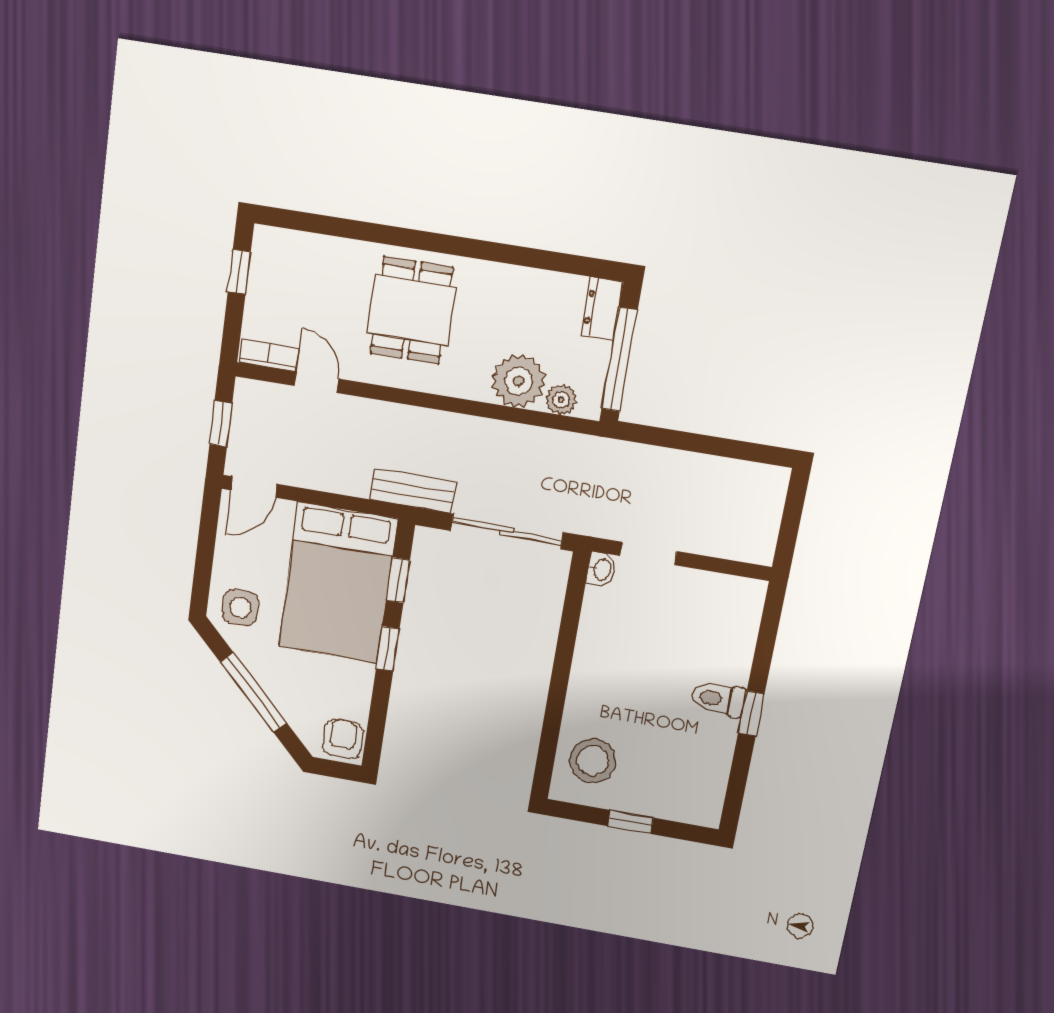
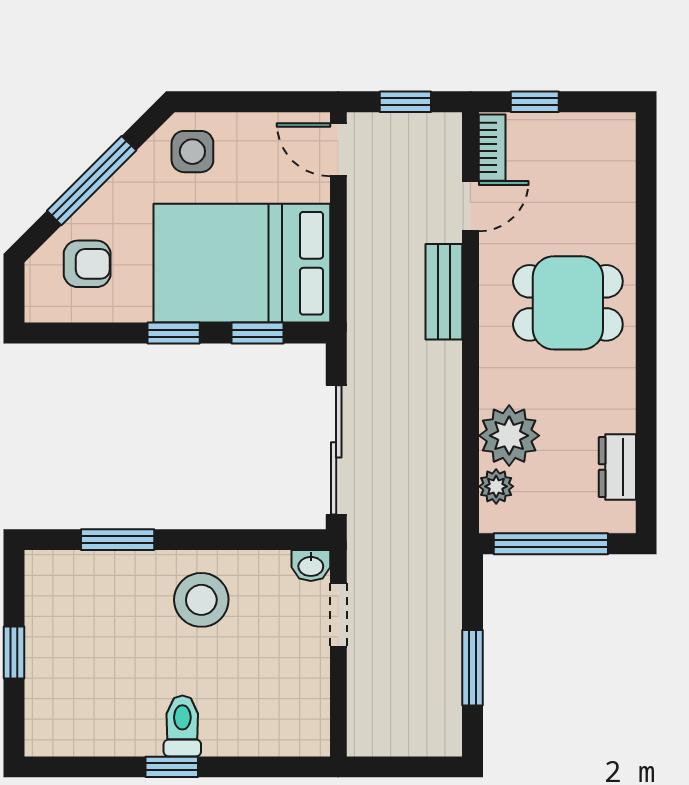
window: (239, 272) -> (535, 102), moved
dresser: (602, 309) -> (617, 467), moved, turned -90
window: (716, 446) -> (473, 668), added
bench: (413, 491) -> (444, 292), moved
window: (552, 724) -> (118, 540), added
armchair: (343, 739) -> (87, 264), moved
stool: (593, 761) -> (201, 600), moved

